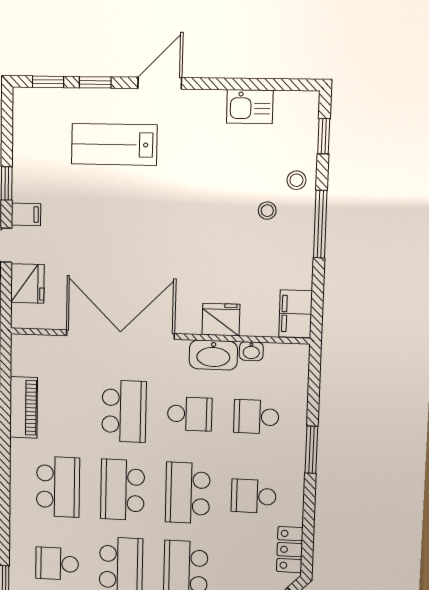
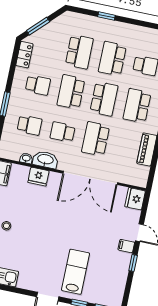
lab bench: (114, 144) -> (76, 272), turned -90
fridge: (27, 283) -> (135, 199), moved
school desk: (188, 493) -> (71, 92), turned 180

